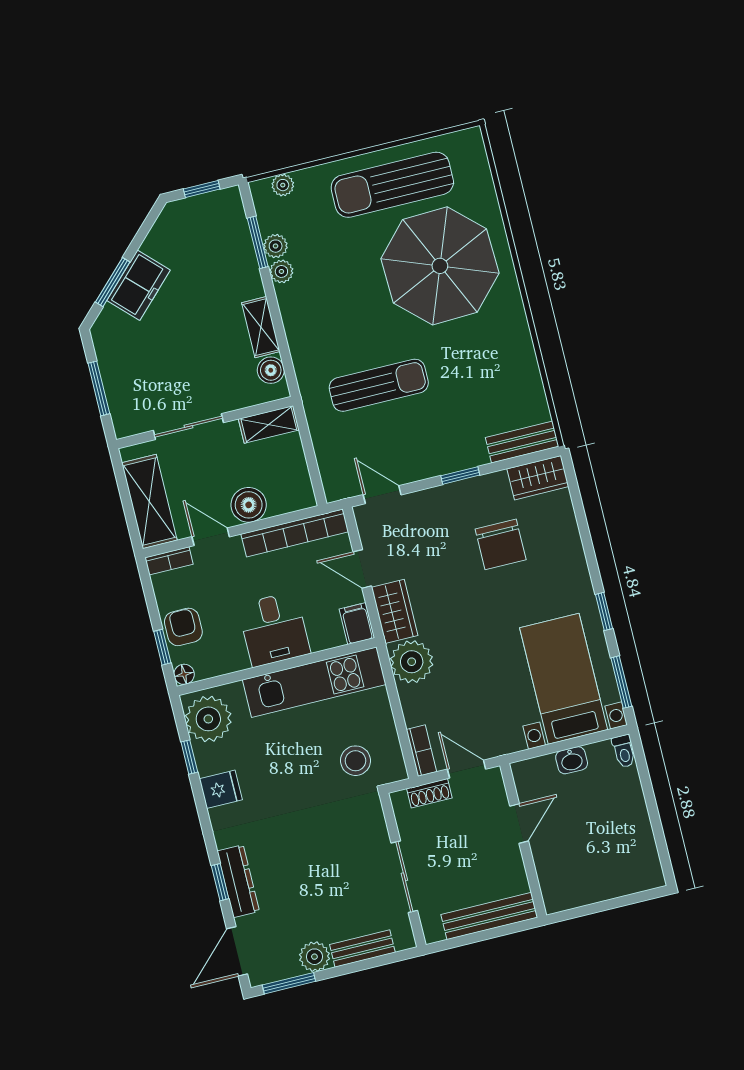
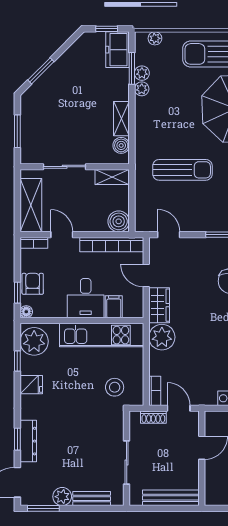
freezer: (139, 285) -> (118, 50), moved, turned 135
boiler: (249, 505) -> (119, 221), moved
filing cabinet: (357, 623) -> (114, 307), moved

